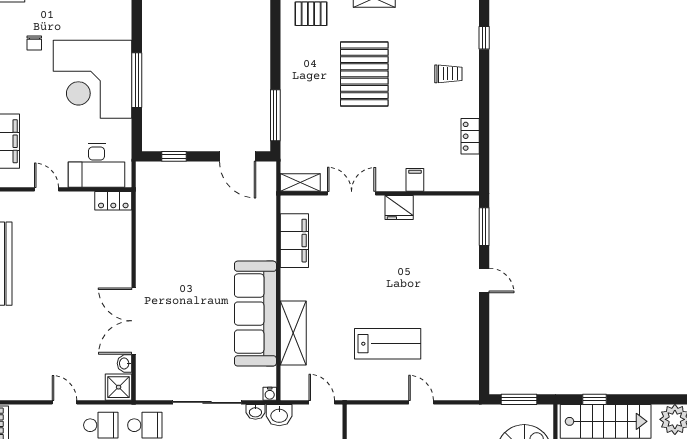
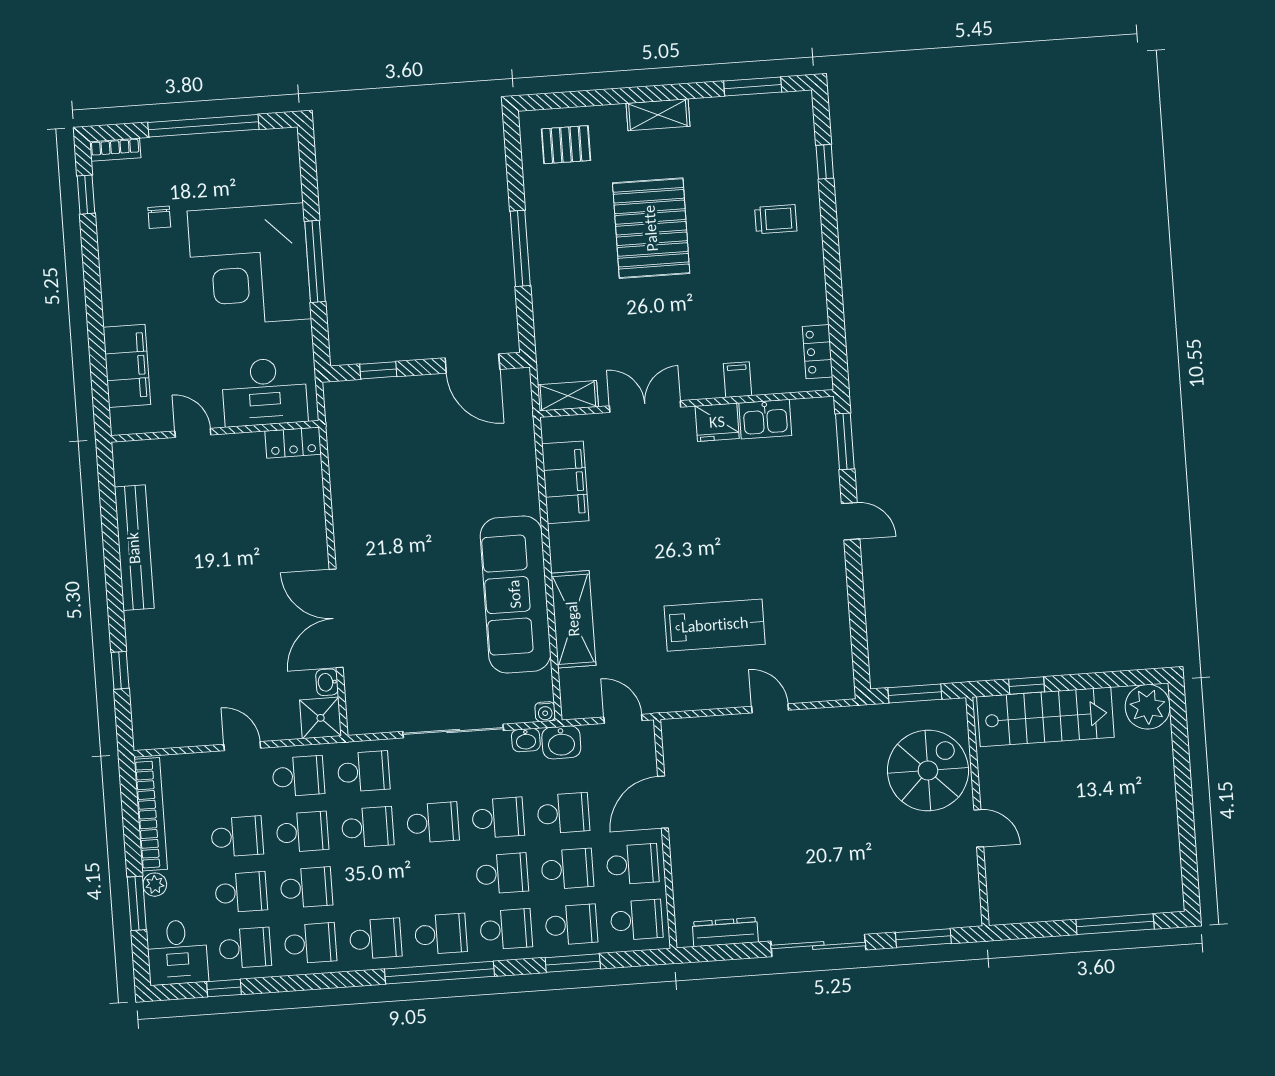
window: (275, 115) -> (520, 248), moved
locker: (470, 136) -> (818, 352), moved
kitchen sink: (432, 208) -> (765, 419), added

